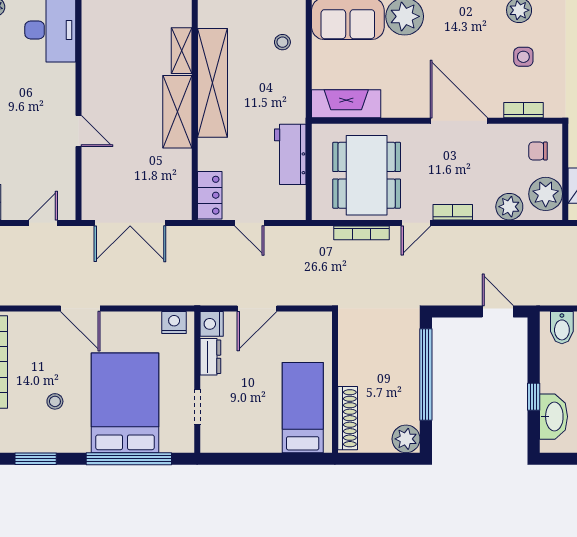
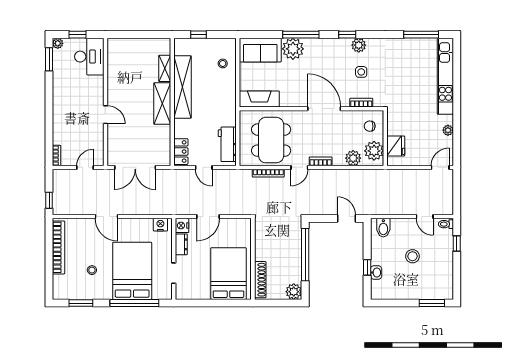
workbench: (290, 154) -> (227, 144), moved
bed: (303, 408) -> (228, 274), width x1.50
washbasin: (554, 417) -> (376, 272), width x0.52, depth x0.69

